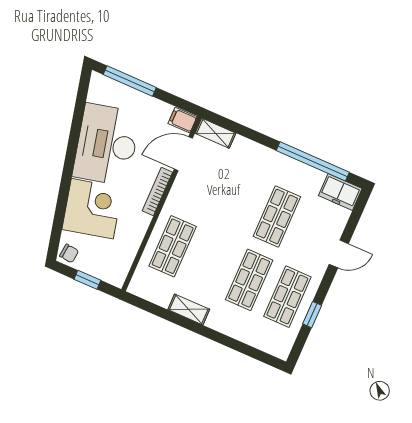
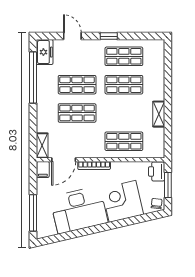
door: (183, 154) -> (64, 160), hinge flipped
shop shelf: (239, 200) -> (77, 113), added
door: (339, 254) -> (72, 36), moved
printer: (112, 273) -> (157, 171), added
window: (87, 280) -> (168, 185), width x1.50
window: (312, 315) -> (109, 36), moved

